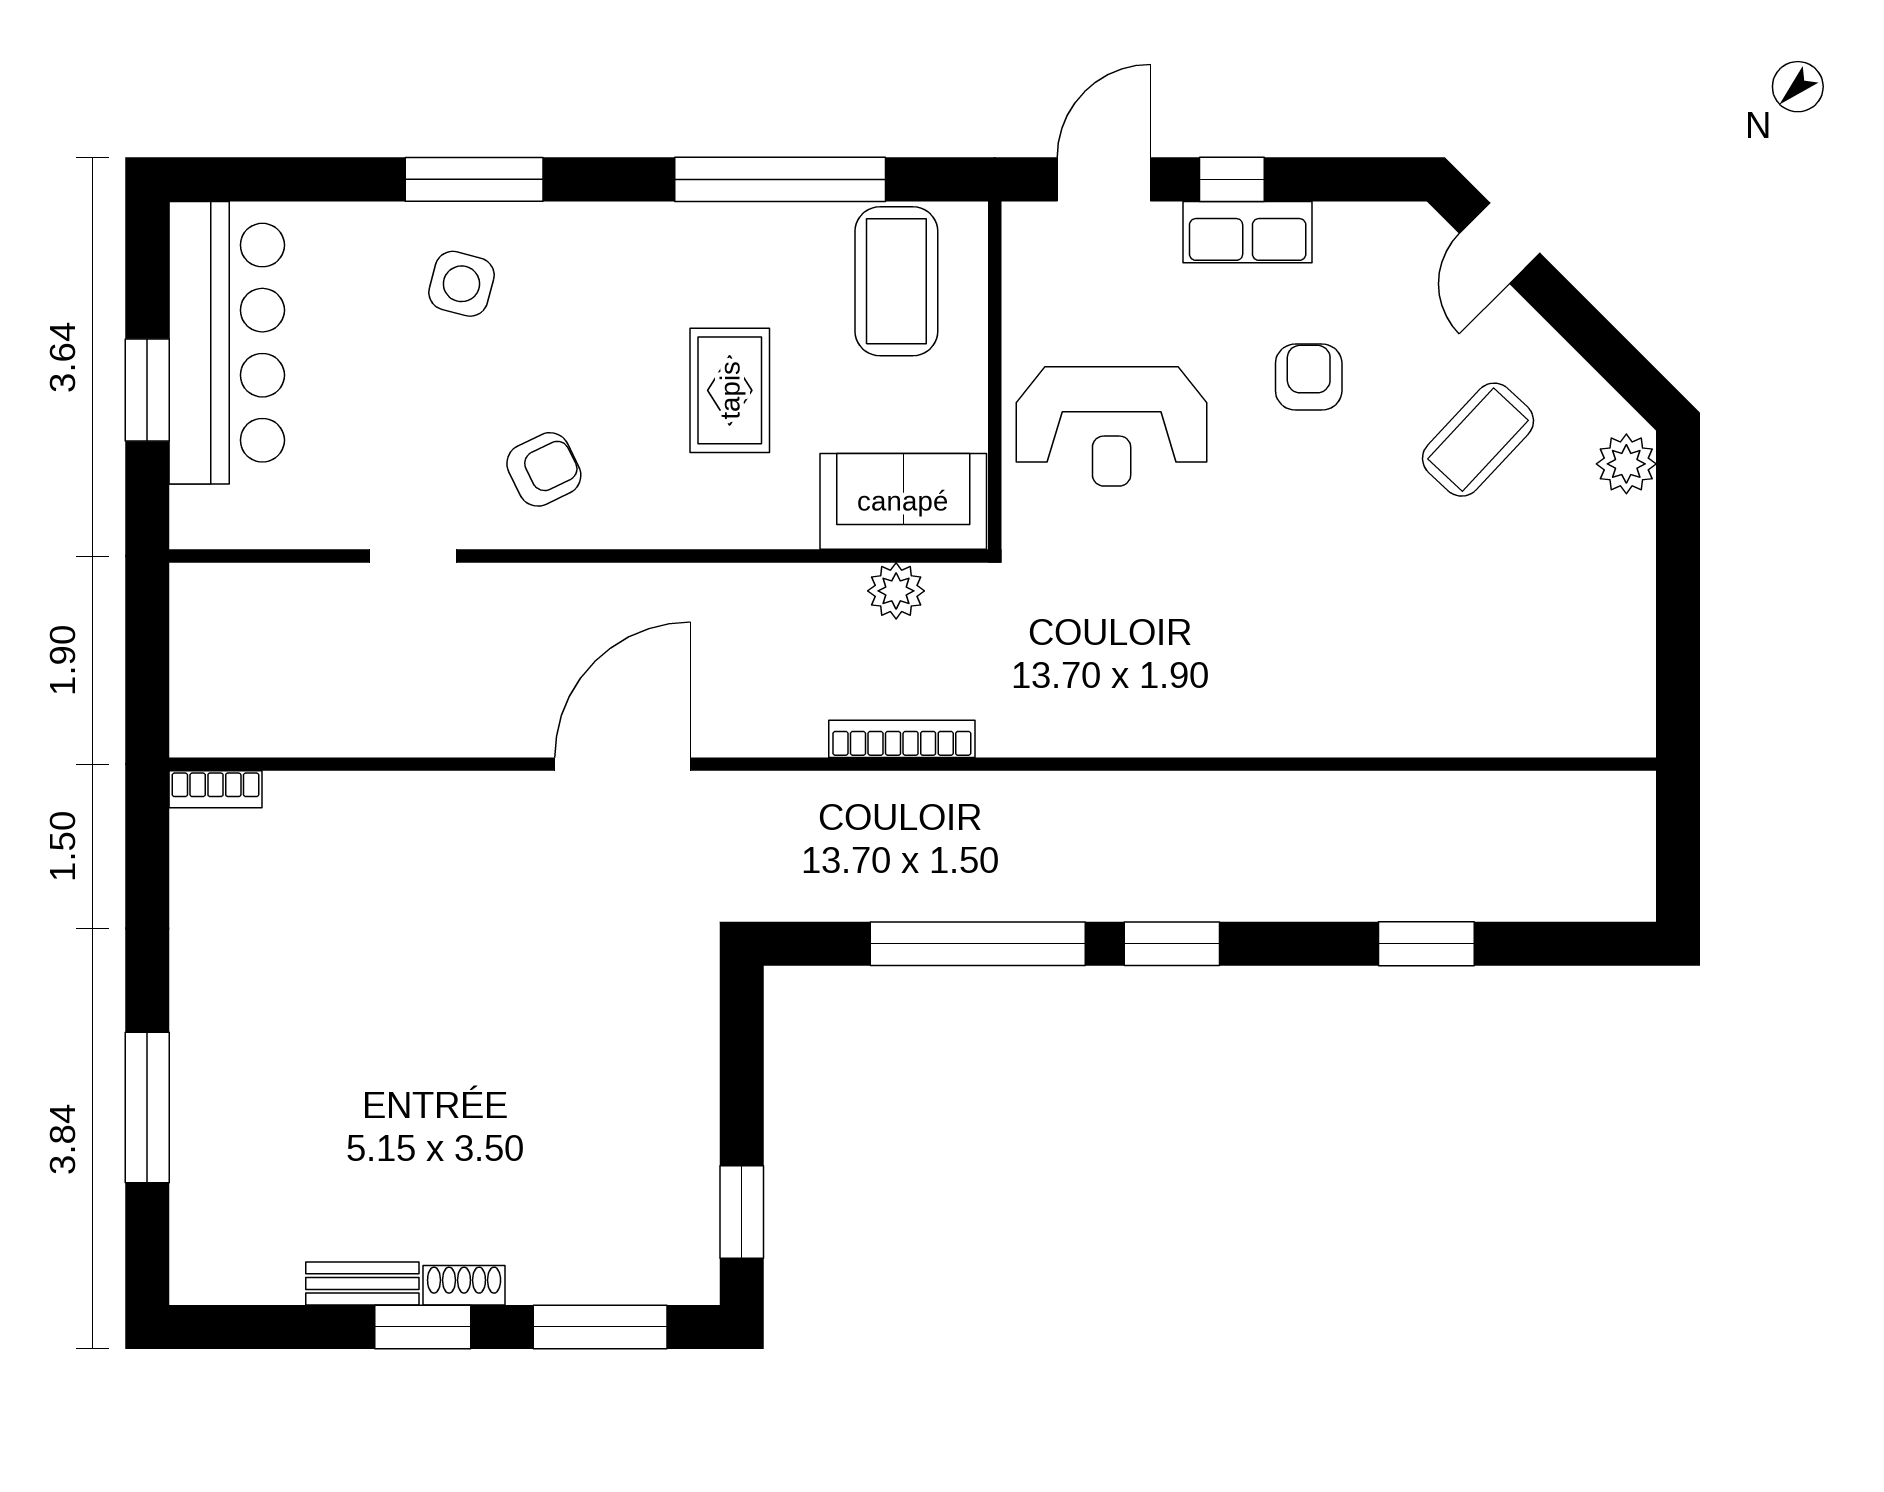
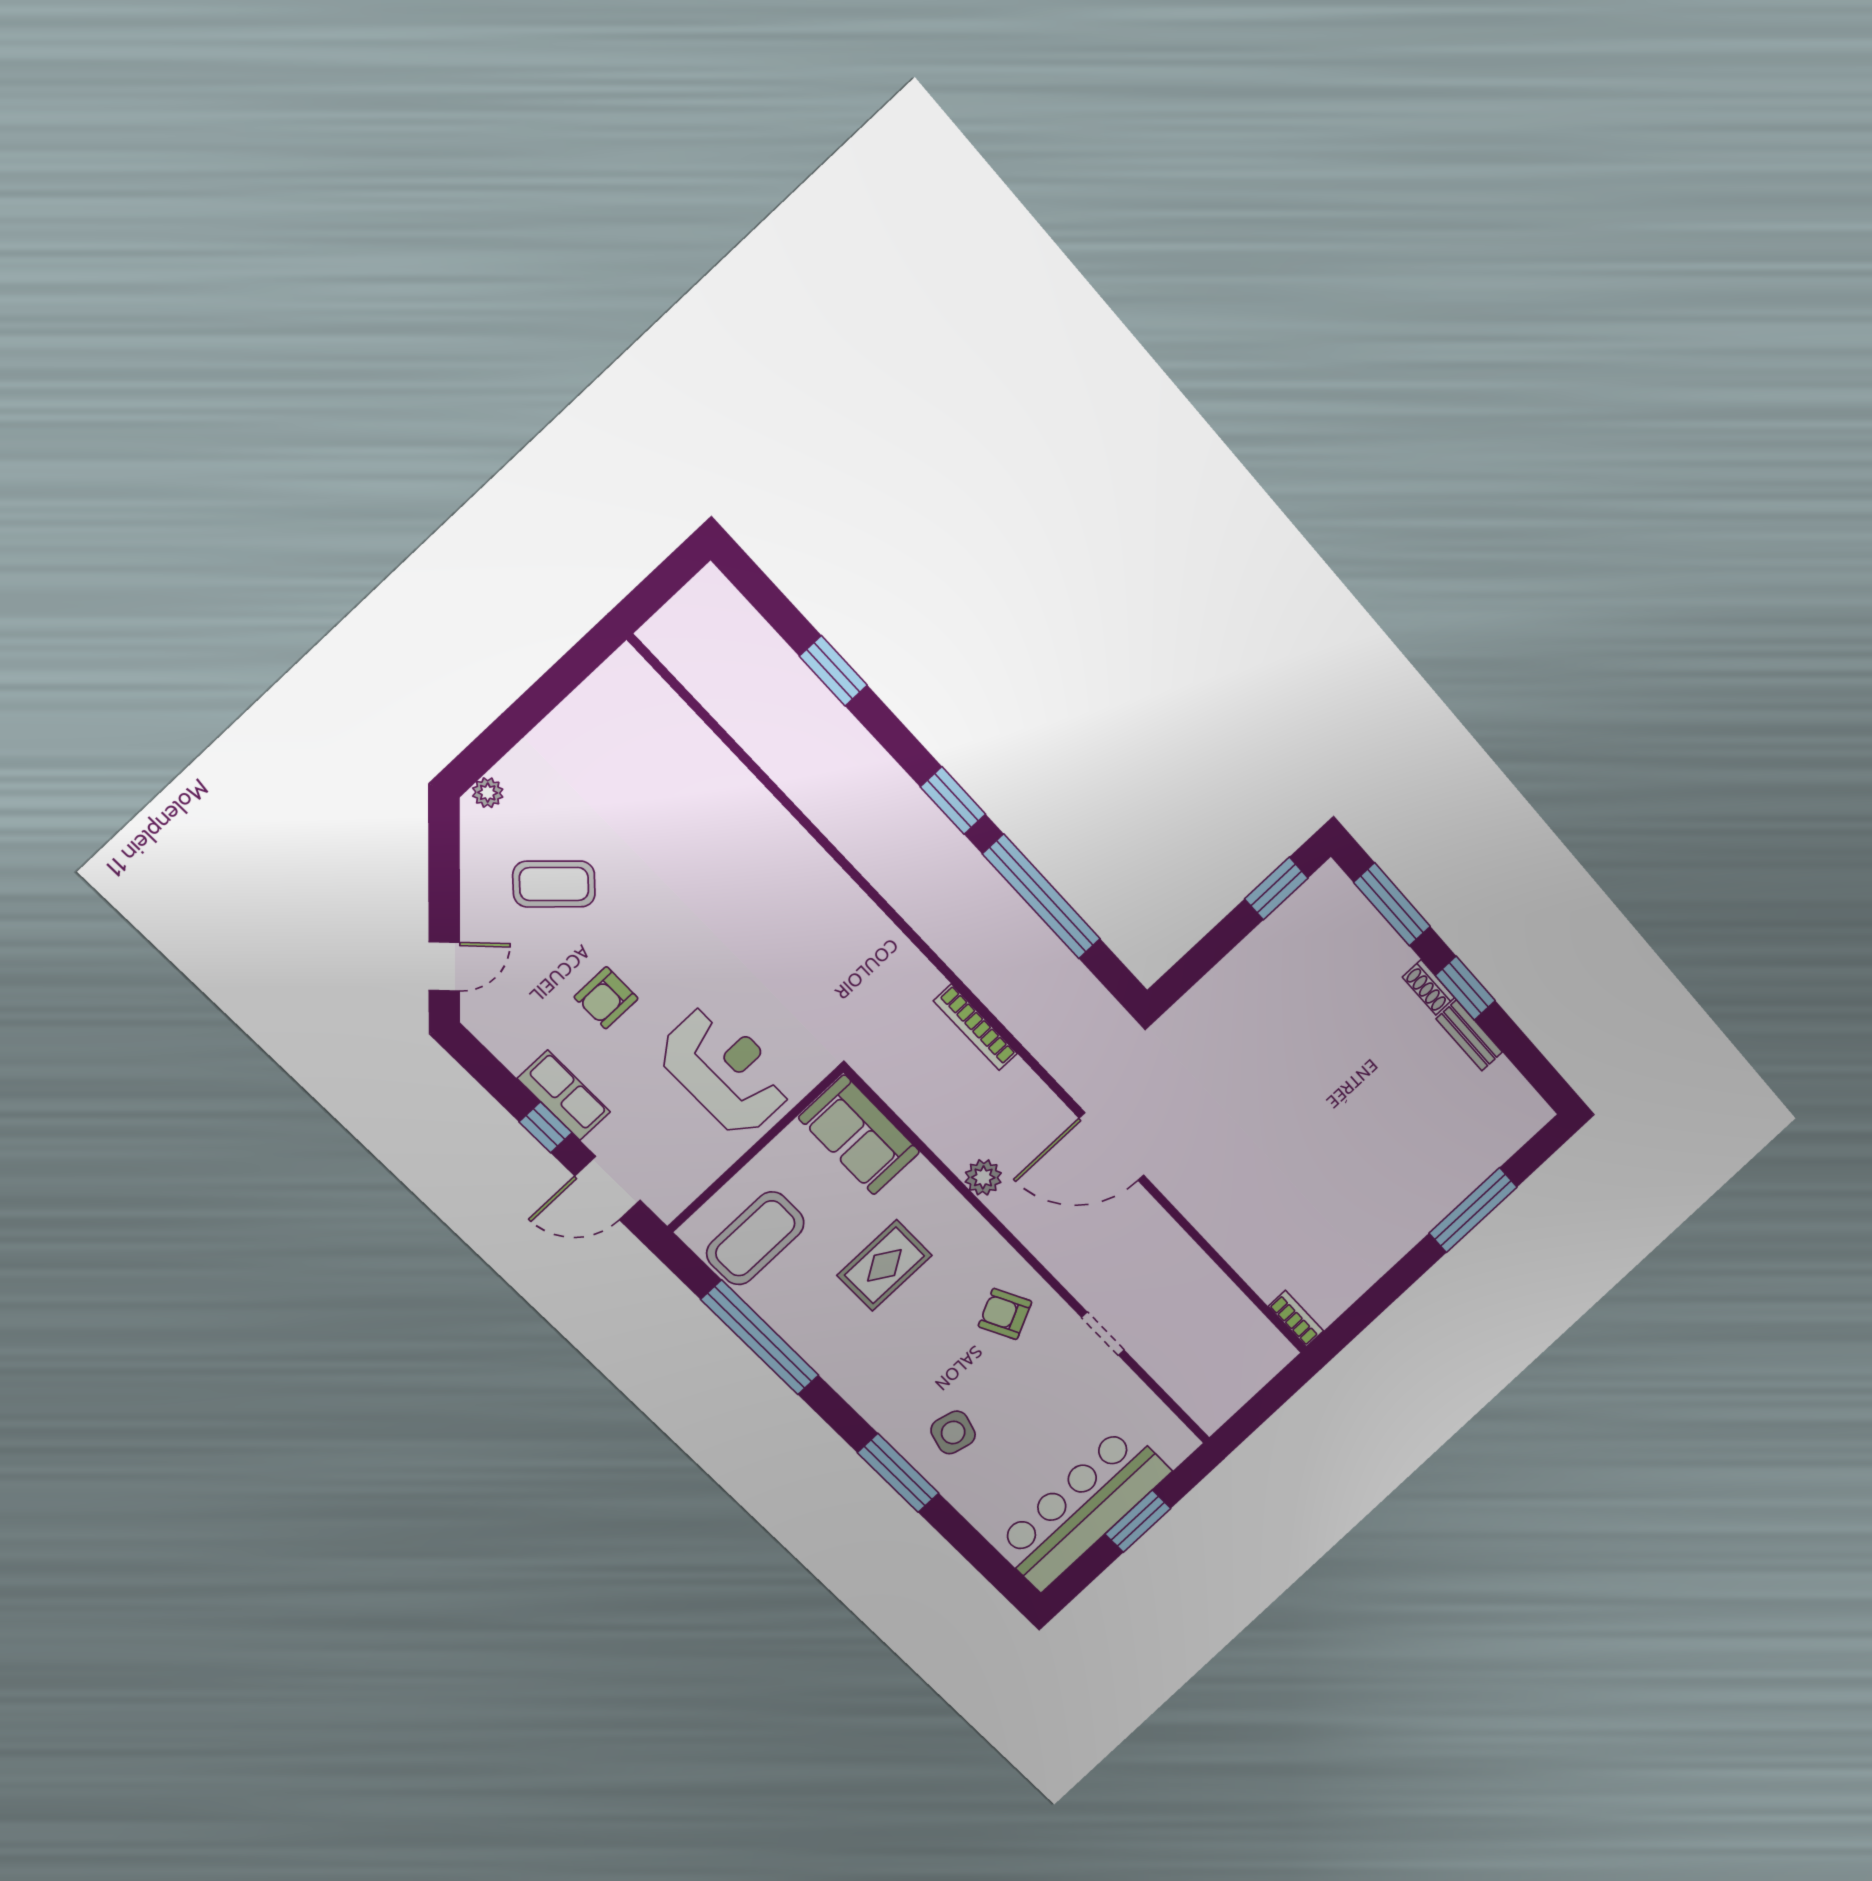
plant: (1626, 464) -> (488, 793), width x0.73, depth x0.73
plant: (896, 591) -> (983, 1177), moved

